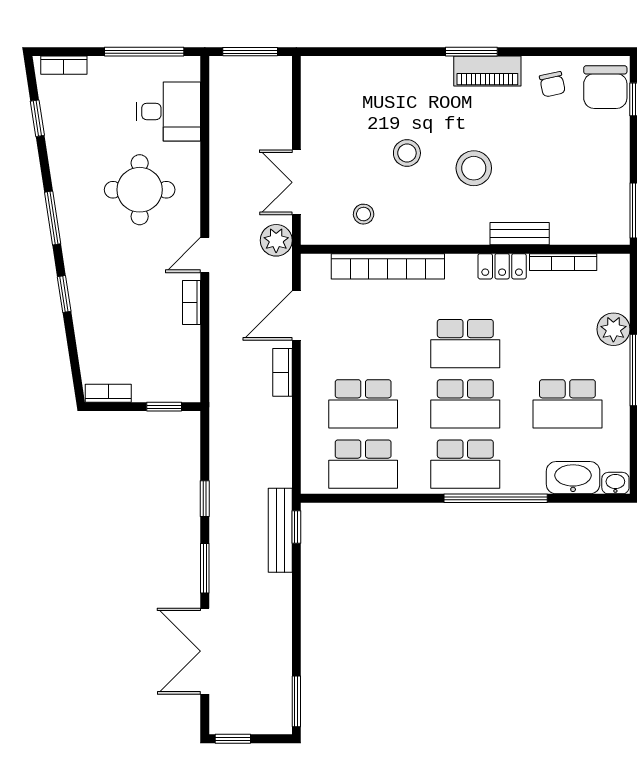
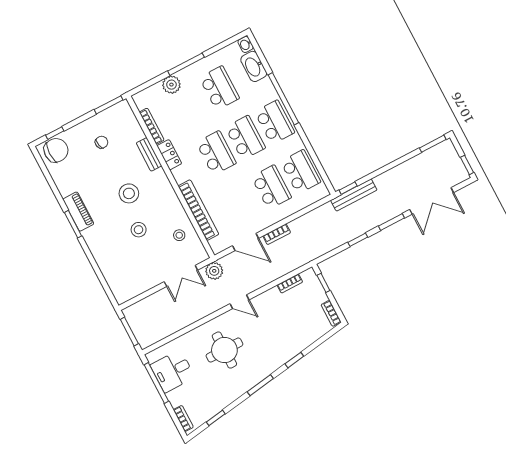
chair: (552, 84) -> (101, 142), moved
desk: (169, 111) -> (173, 371), moved, turned -90
bookcase: (192, 302) -> (290, 284), moved

